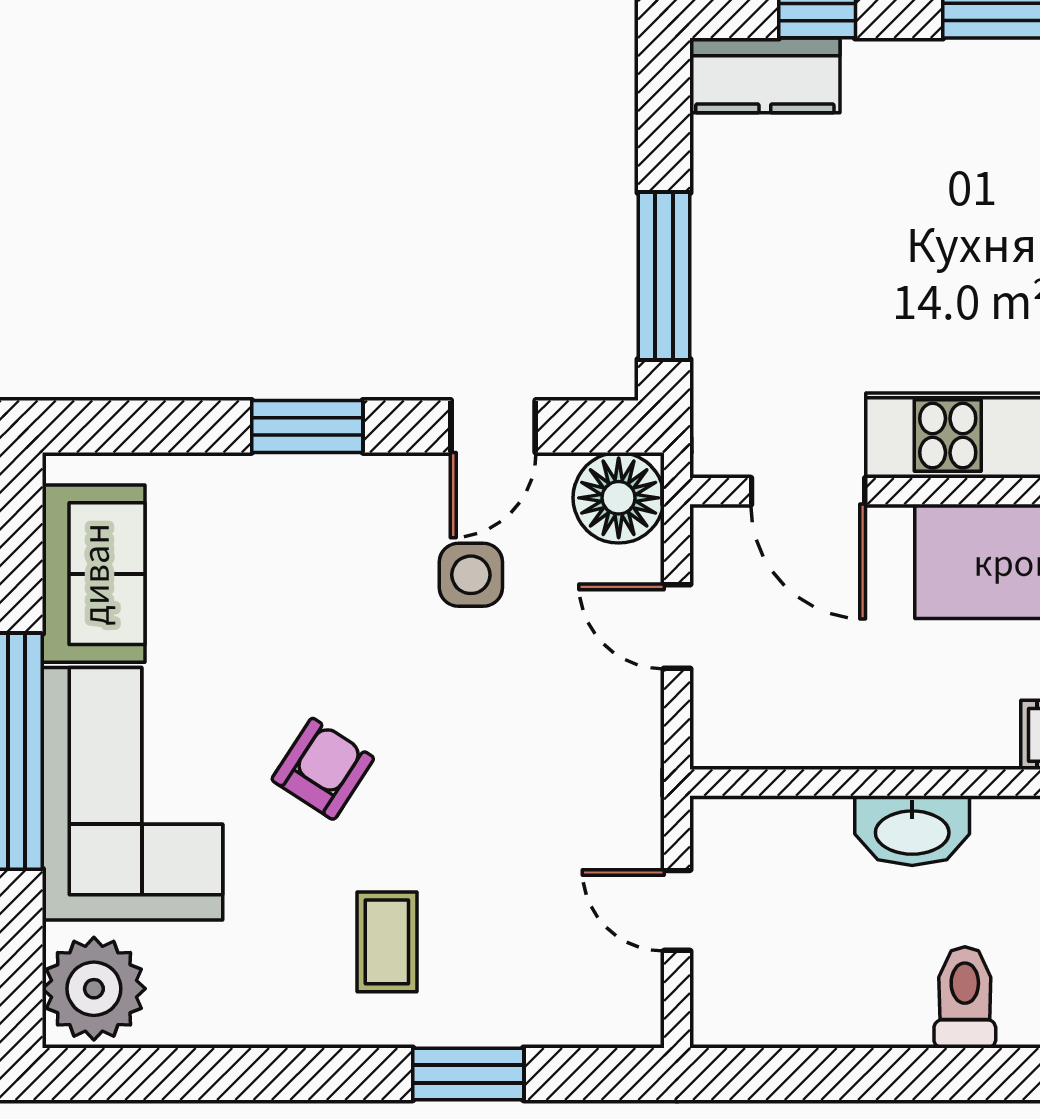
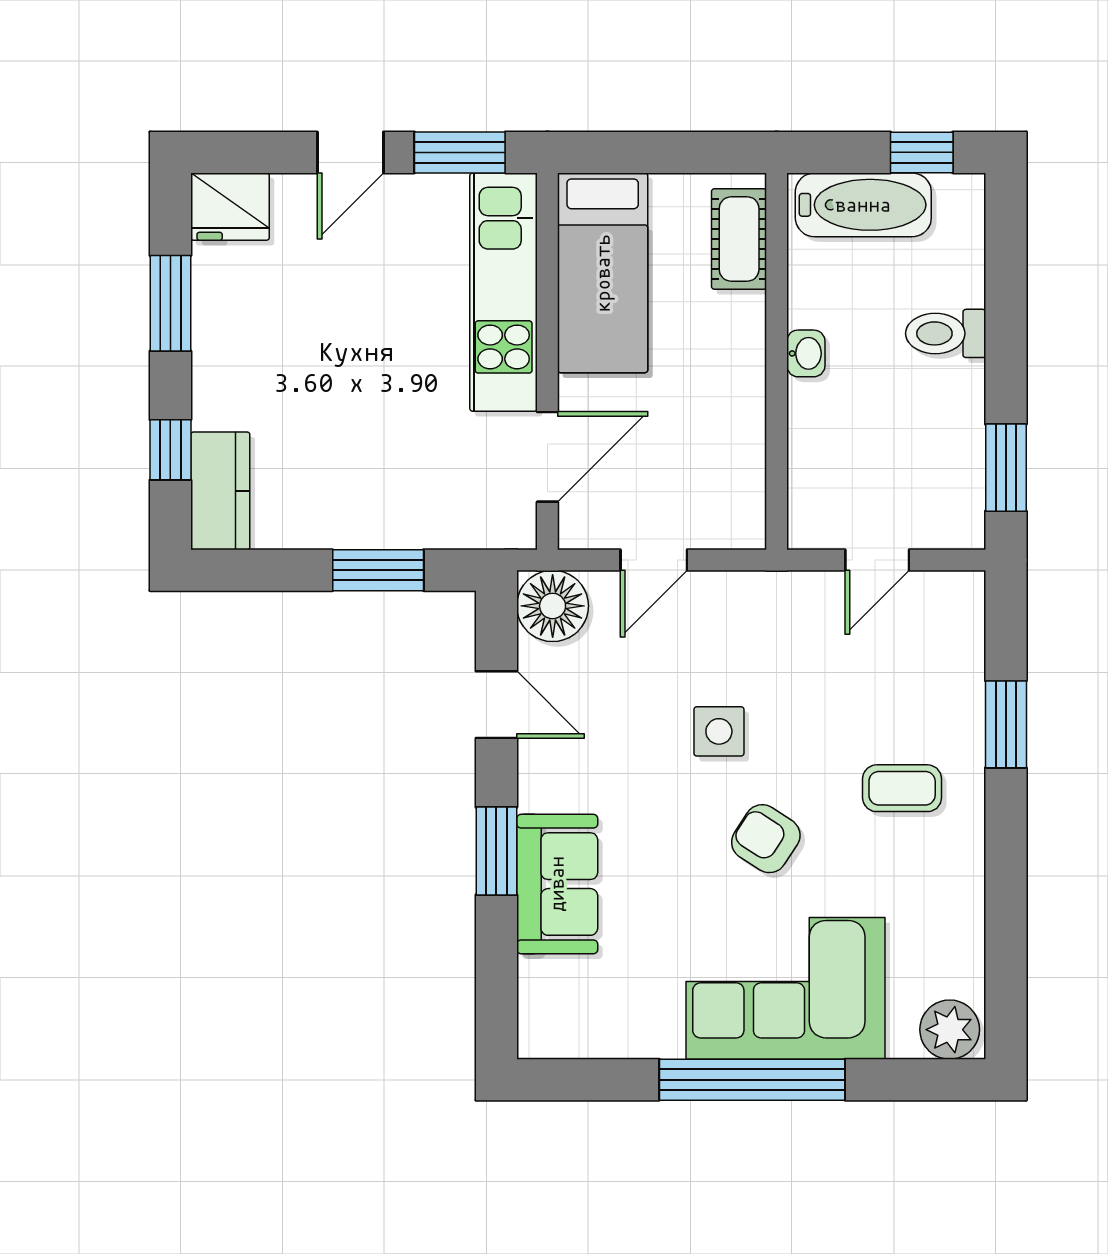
window: (664, 276) -> (378, 570), width x0.69
sofa: (94, 574) -> (557, 884), moved, turned 90
side table: (471, 575) -> (719, 731), moved
washbasin: (912, 831) -> (806, 353), width x0.52, depth x0.69
plant: (94, 989) -> (950, 1030), width x0.73, depth x0.73
window: (794, 1074) -> (1006, 468), added

